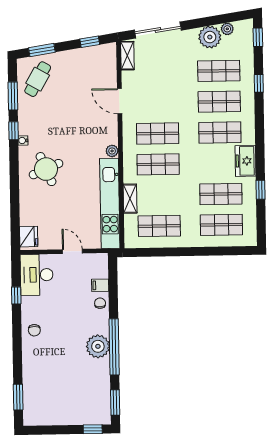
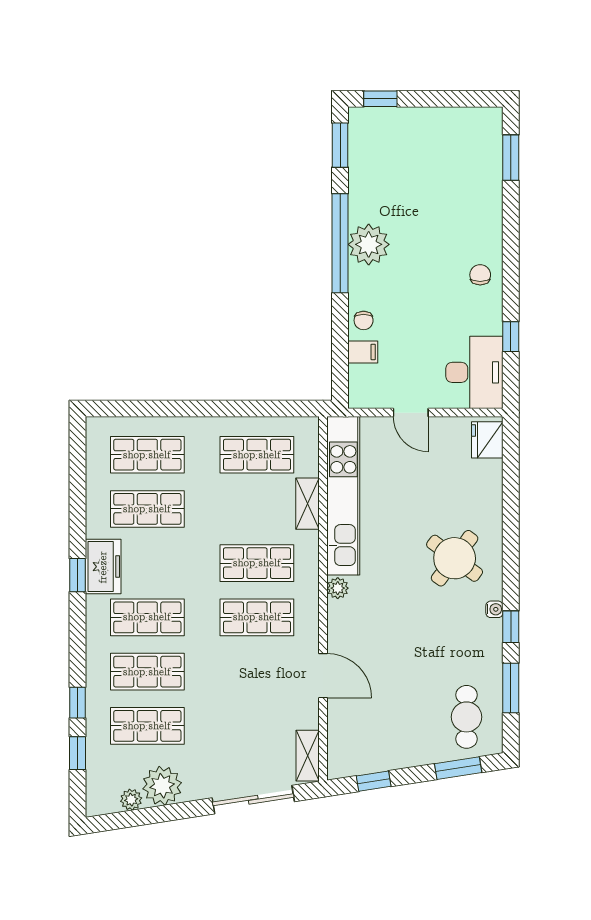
window: (258, 37) -> (77, 753), moved
cafe table: (38, 79) -> (467, 717), turned -30
round table: (46, 169) -> (455, 558), turned -30
window: (261, 190) -> (77, 575), moved

